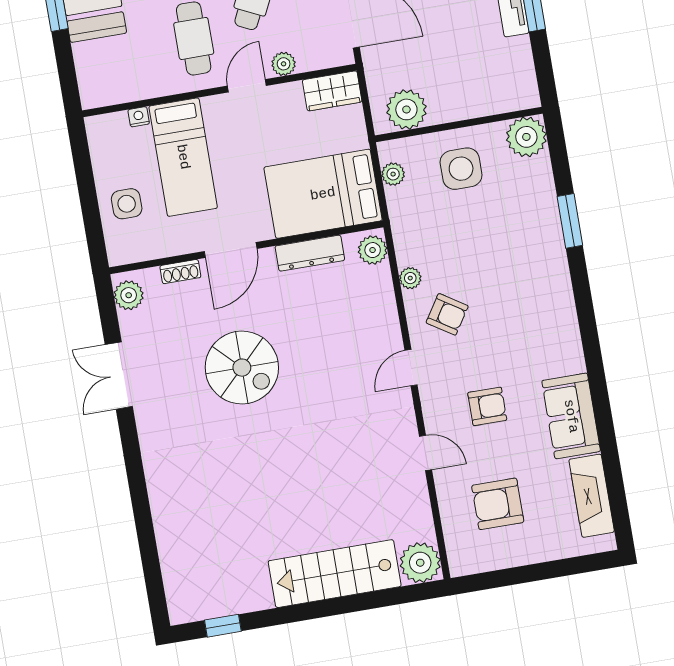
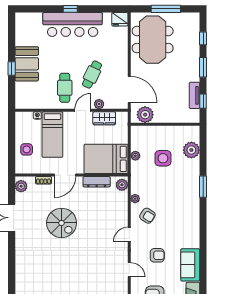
wardrobe: (332, 91) -> (104, 118), moved
plant: (406, 109) -> (145, 115), moved
wall: (459, 124) -> (165, 124), moved

